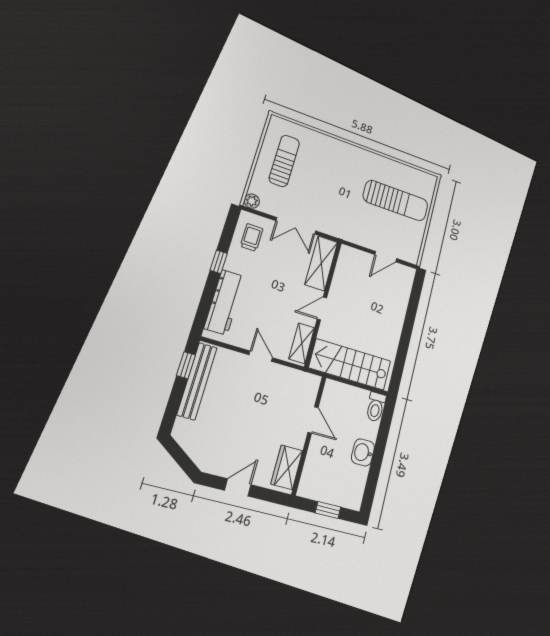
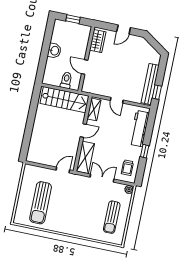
sun lounger: (396, 201) -> (41, 203), turned -90
door: (386, 257) -> (63, 170), moved
toilet: (376, 407) -> (66, 80), moved

